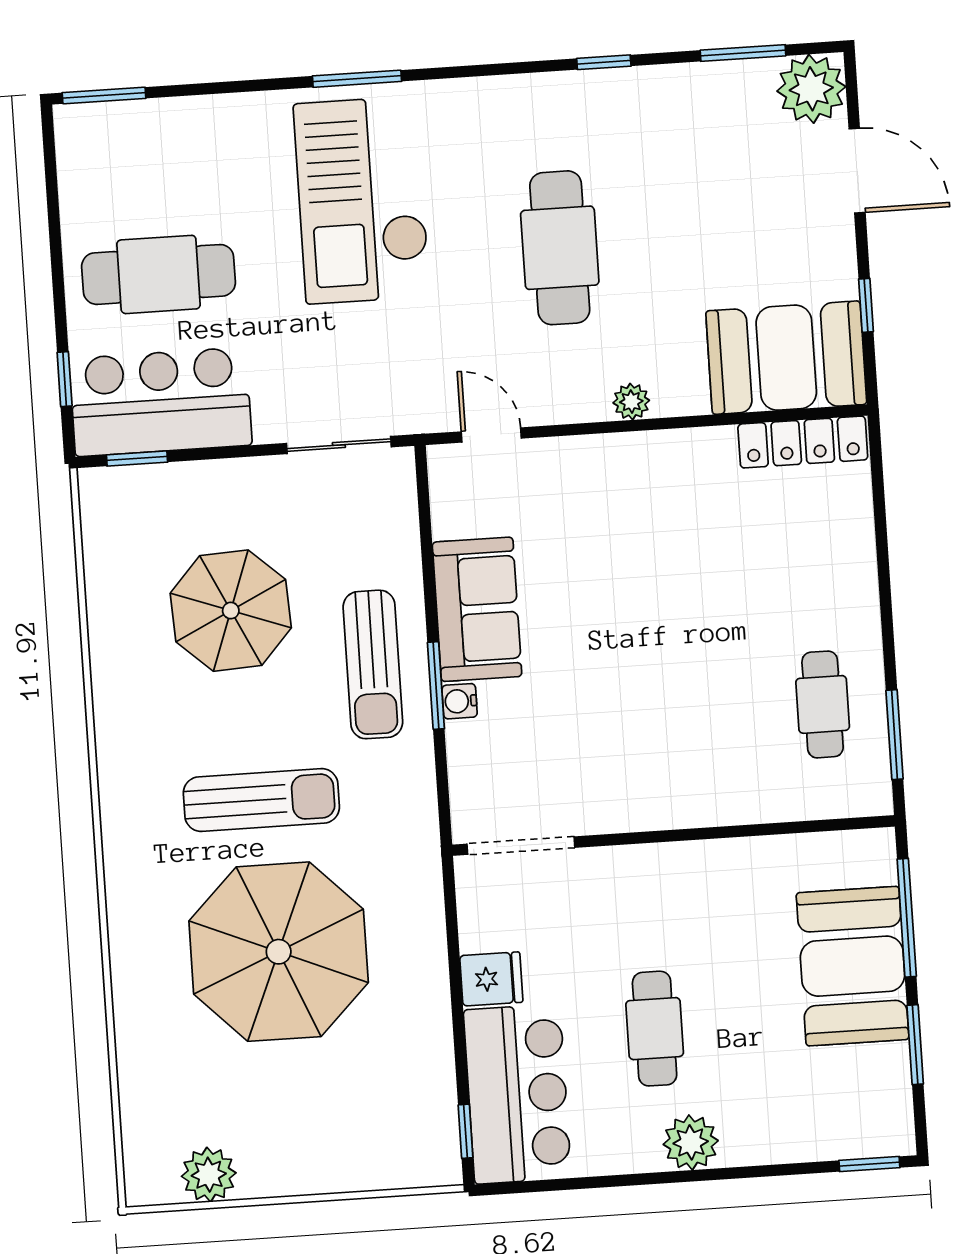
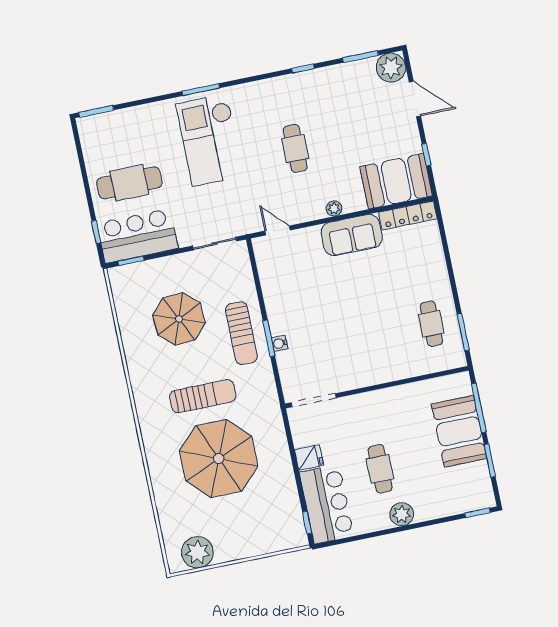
cafe table: (560, 248) -> (295, 148), width x0.73, depth x0.74
sofa: (477, 609) -> (352, 235), moved, turned 90
plant: (209, 1175) -> (197, 552), width x1.36, depth x1.36

